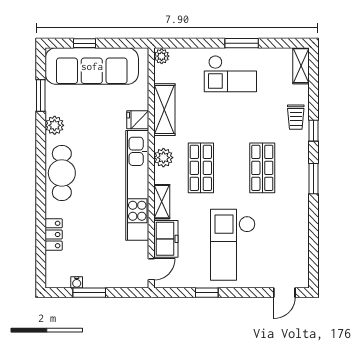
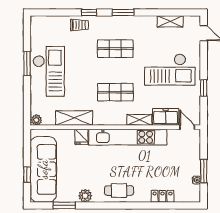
shelving: (301, 66) -> (170, 21), moved
checkout: (230, 74) -> (49, 71), width x1.36, depth x1.21
plant: (163, 158) -> (108, 119), removed
cafe table: (62, 173) -> (119, 191), width x0.73, depth x0.74

